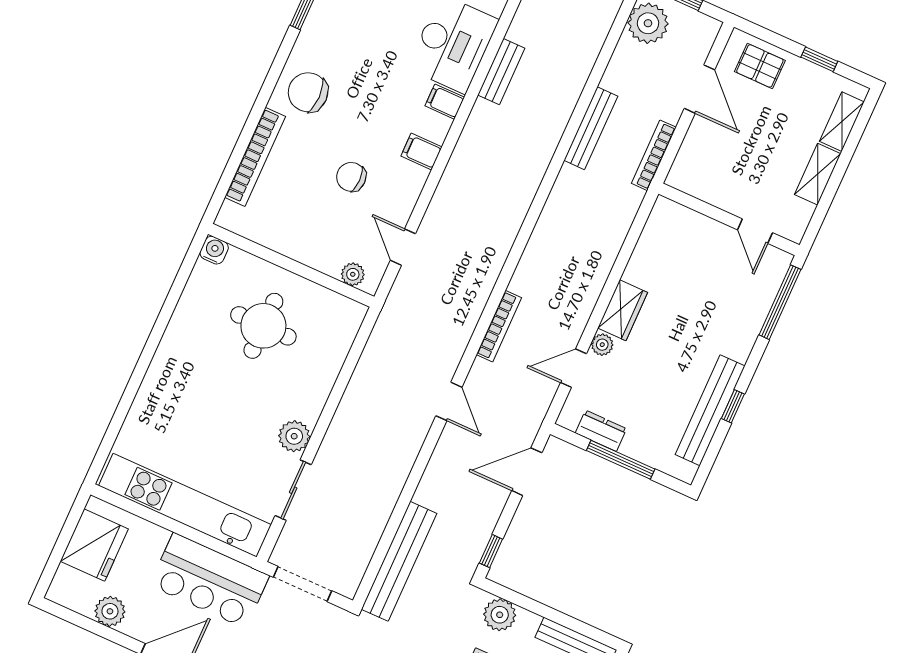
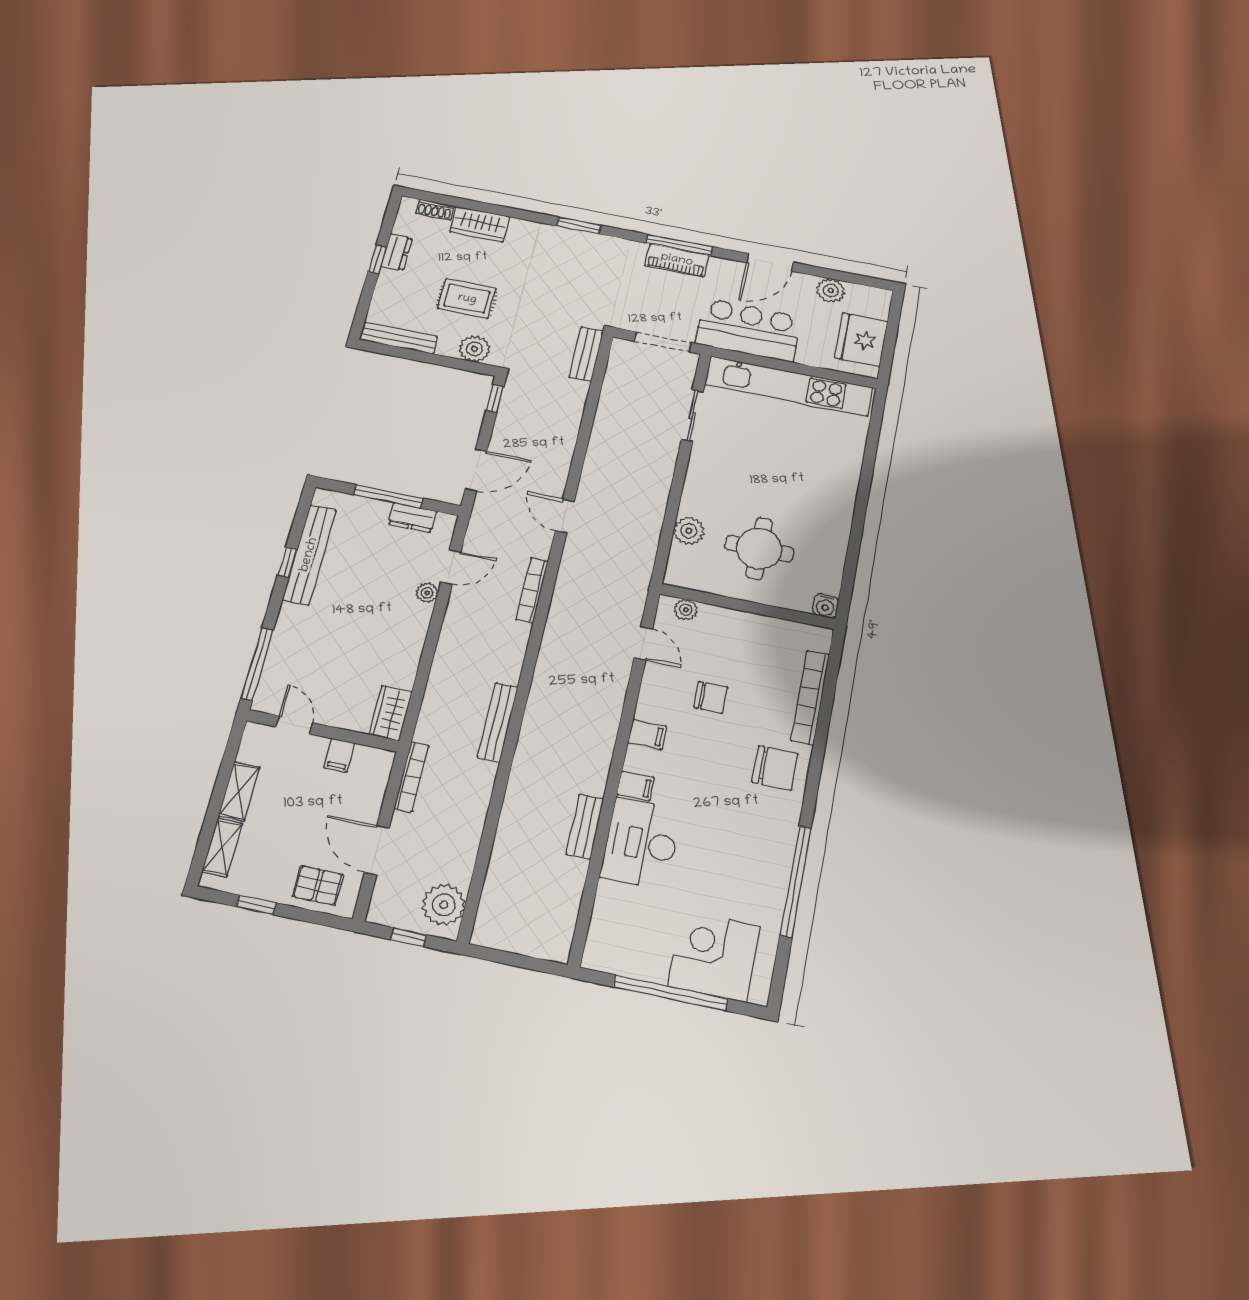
bench: (591, 128) -> (498, 722), moved
filing cabinet: (718, 191) -> (339, 755), added
wardrobe: (623, 310) -> (390, 713), moved
plant: (294, 436) -> (689, 531), moved
bench: (399, 561) -> (586, 354), width x0.54, depth x0.82

